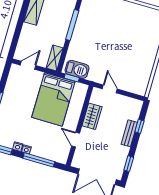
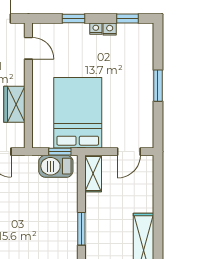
window: (72, 25) -> (81, 229), width x0.69
door: (76, 140) -> (28, 48), moved
window: (39, 160) -> (73, 19), width x0.46

